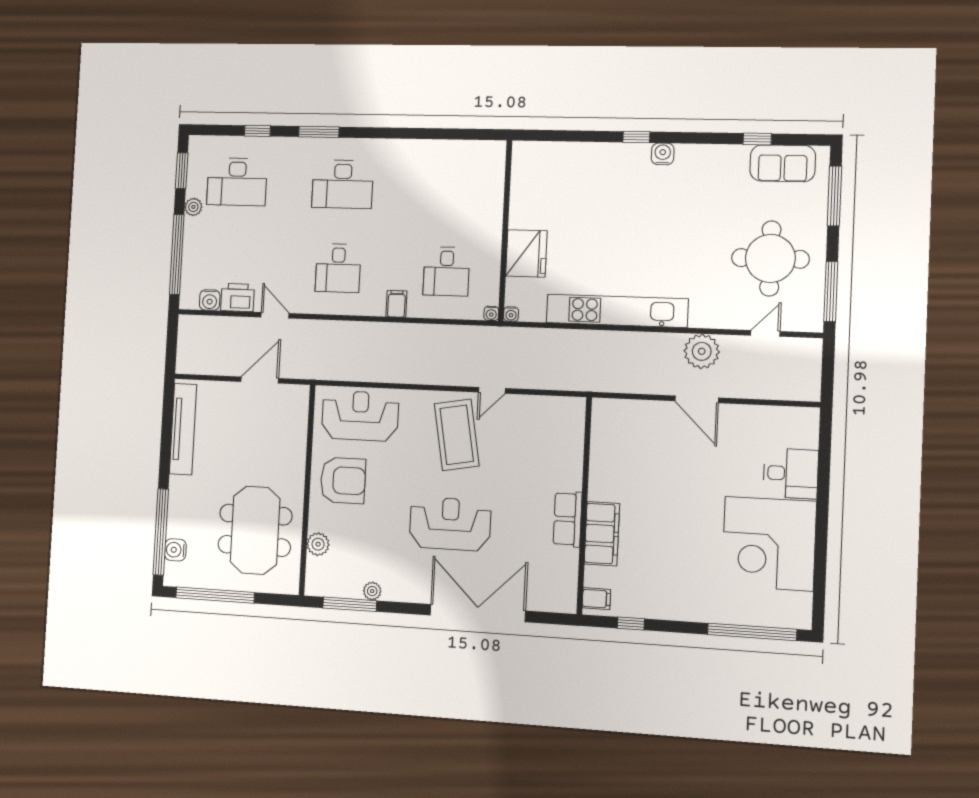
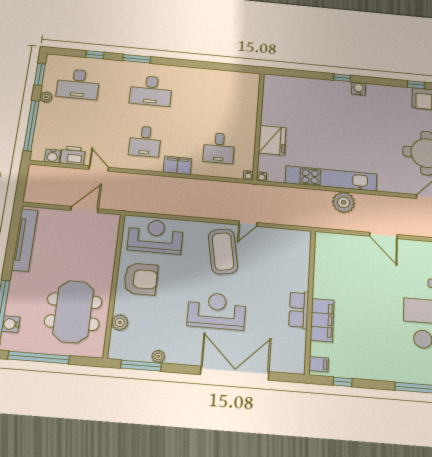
filing cabinet: (396, 304) -> (177, 165), width x2.00
plant: (702, 351) -> (344, 202), moved

